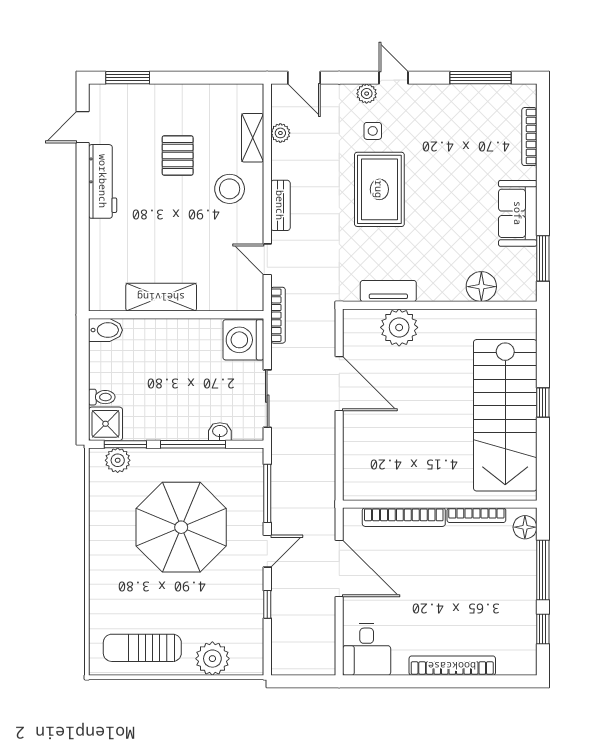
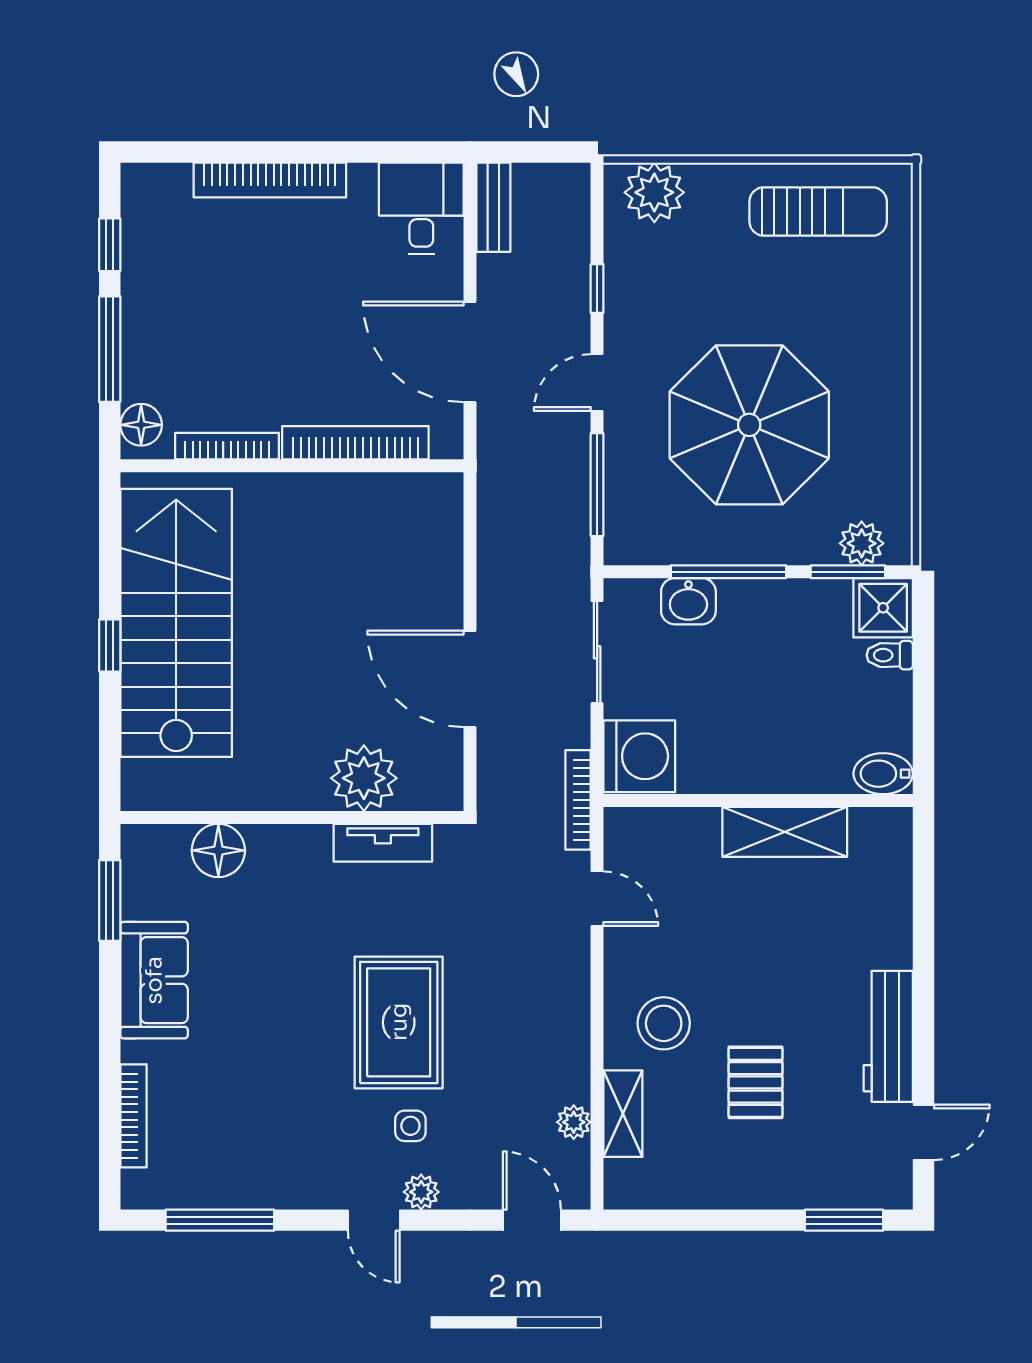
bench: (280, 205) -> (493, 207), moved
washbasin: (220, 432) -> (688, 601), width x1.38, depth x1.45
plant: (212, 659) -> (654, 192), moved

